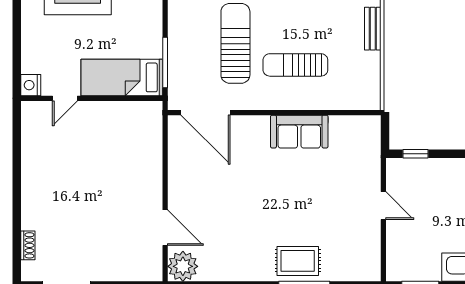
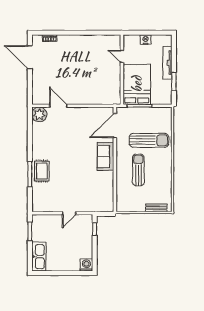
bed: (122, 77) -> (137, 84), width x1.50
nightstand: (31, 85) -> (146, 40), moved
sofa: (299, 132) -> (106, 157), moved
door: (165, 228) -> (58, 106), swing flipped

